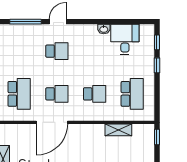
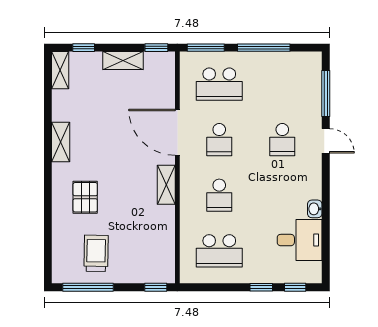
shelving: (118, 130) -> (166, 185), moved

